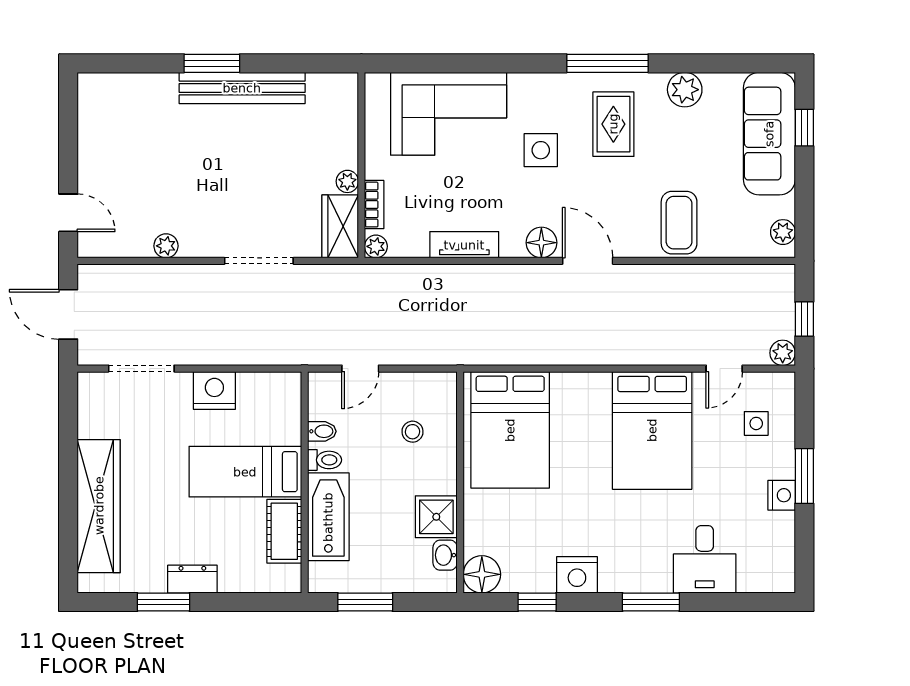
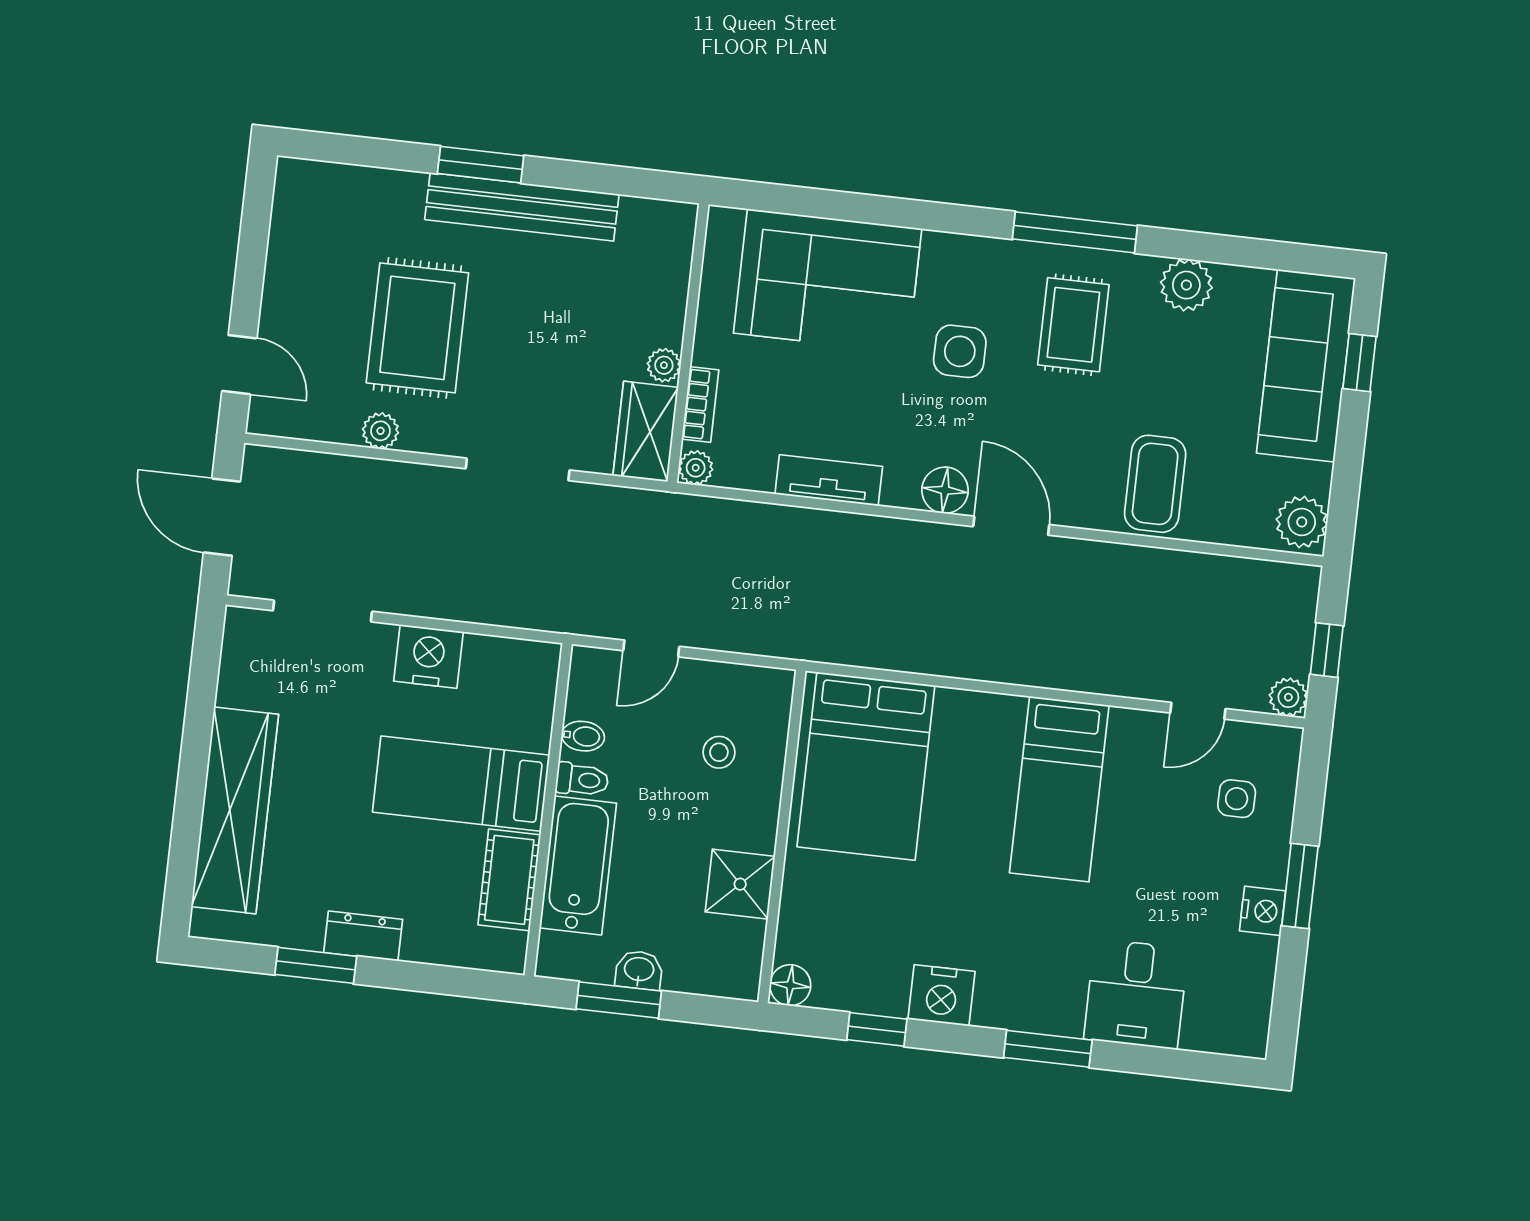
rug: (183, 175) -> (417, 328), added
plant: (783, 232) -> (1302, 522), width x1.38, depth x1.38
bed: (652, 430) -> (1059, 789), width x0.67
washbasin: (445, 555) -> (639, 970), moved, turned 90
floor lamp: (482, 574) -> (790, 985), width x0.73, depth x0.73

